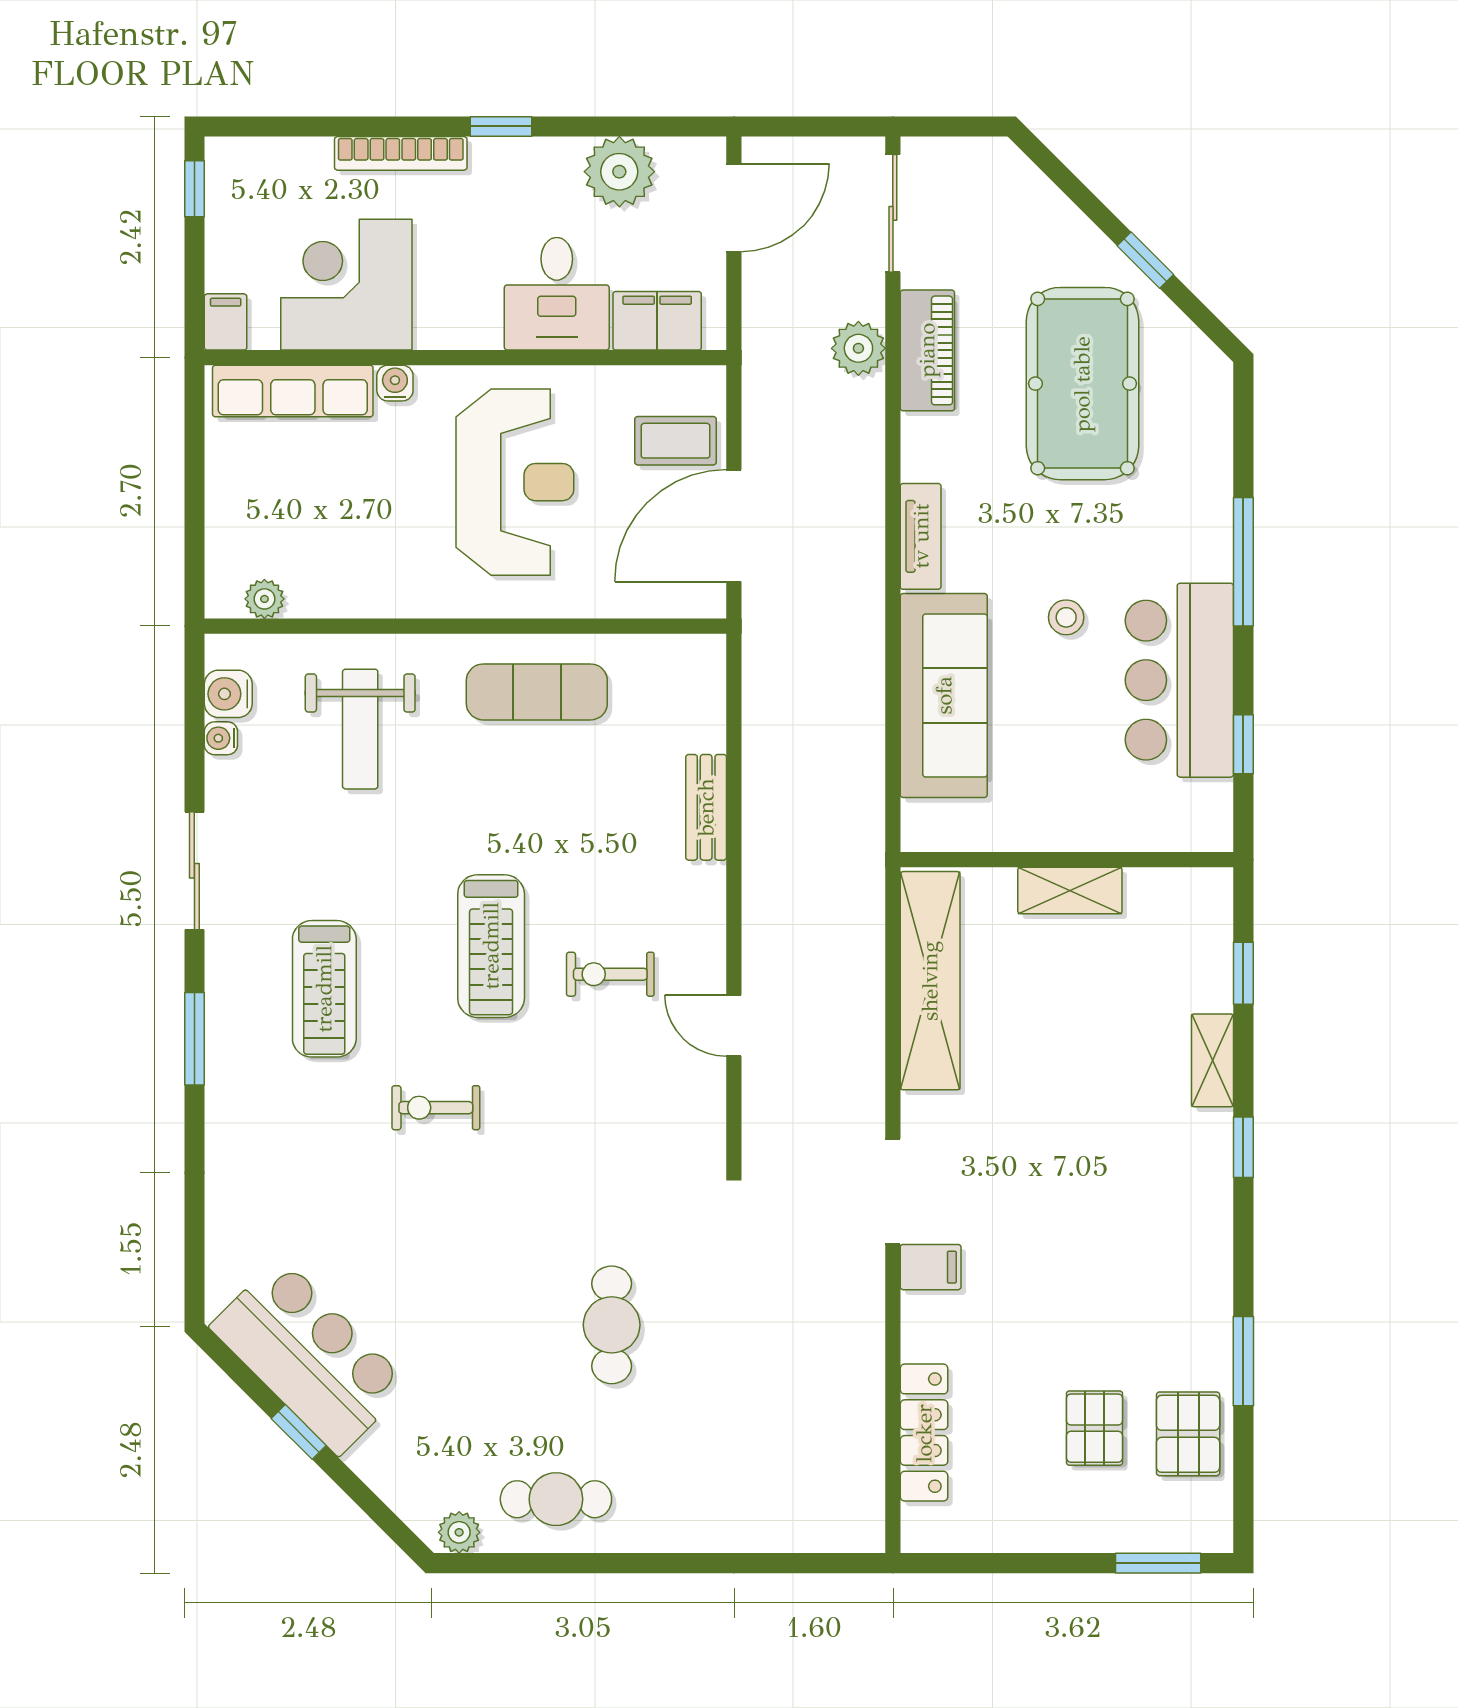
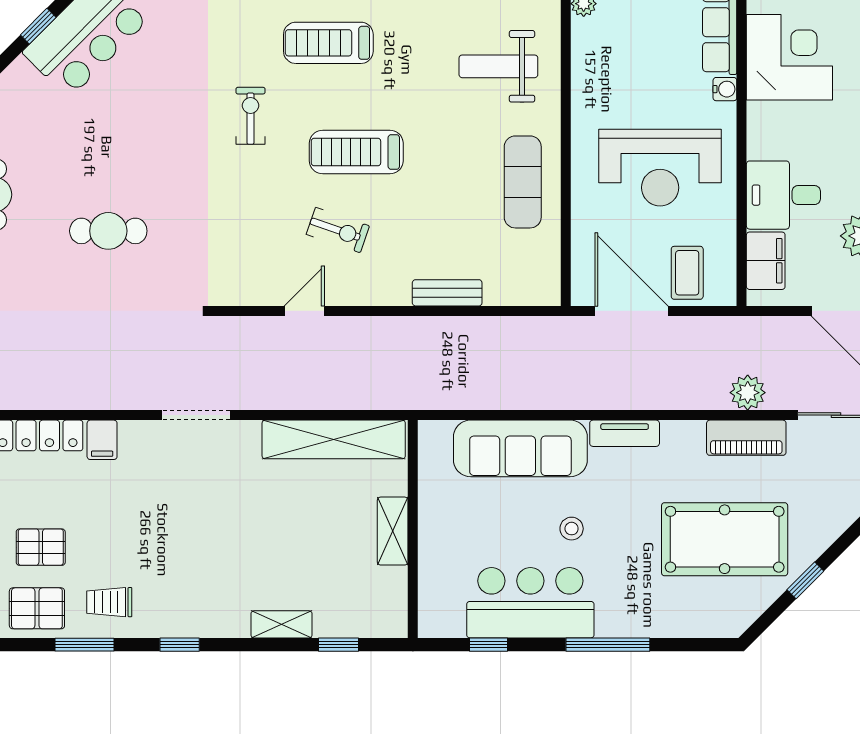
exercise bike: (610, 974) -> (338, 230), turned 109
window: (1243, 1147) -> (180, 645), moved
filing cabinet: (931, 1267) -> (102, 440), moved
trolley: (1179, 1323) -> (109, 602), added

